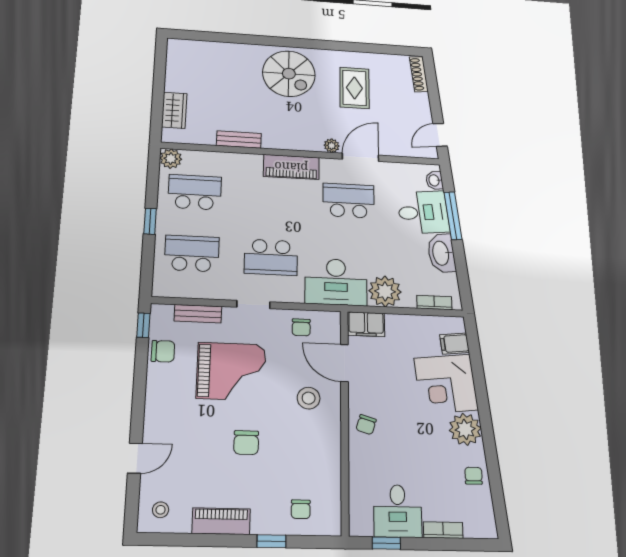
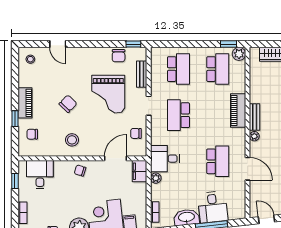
bench: (239, 140) -> (255, 117), moved
plant: (332, 146) -> (254, 136), moved
piano: (291, 167) -> (238, 110), moved
washbasin: (434, 180) -> (235, 215), removed
window: (150, 221) -> (228, 44), moved
desk: (336, 282) -> (165, 159), width x0.73
plant: (385, 291) -> (156, 178), width x0.53, depth x0.53
stool: (309, 398) -> (72, 140), moved
chair: (246, 443) -> (68, 104), turned 134
desk: (398, 511) -> (40, 175), moved, turned 90
piano: (221, 521) -> (25, 103), moved

